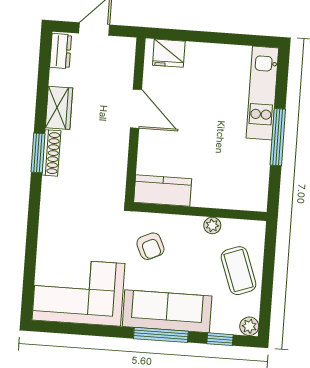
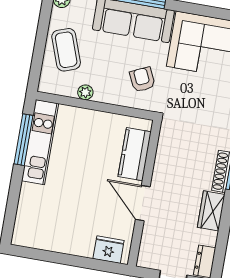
kitchen unit: (262, 93) -> (40, 142), moved
window: (278, 137) -> (24, 140), moved
kitchen counter: (163, 191) -> (135, 154), moved, turned 90

